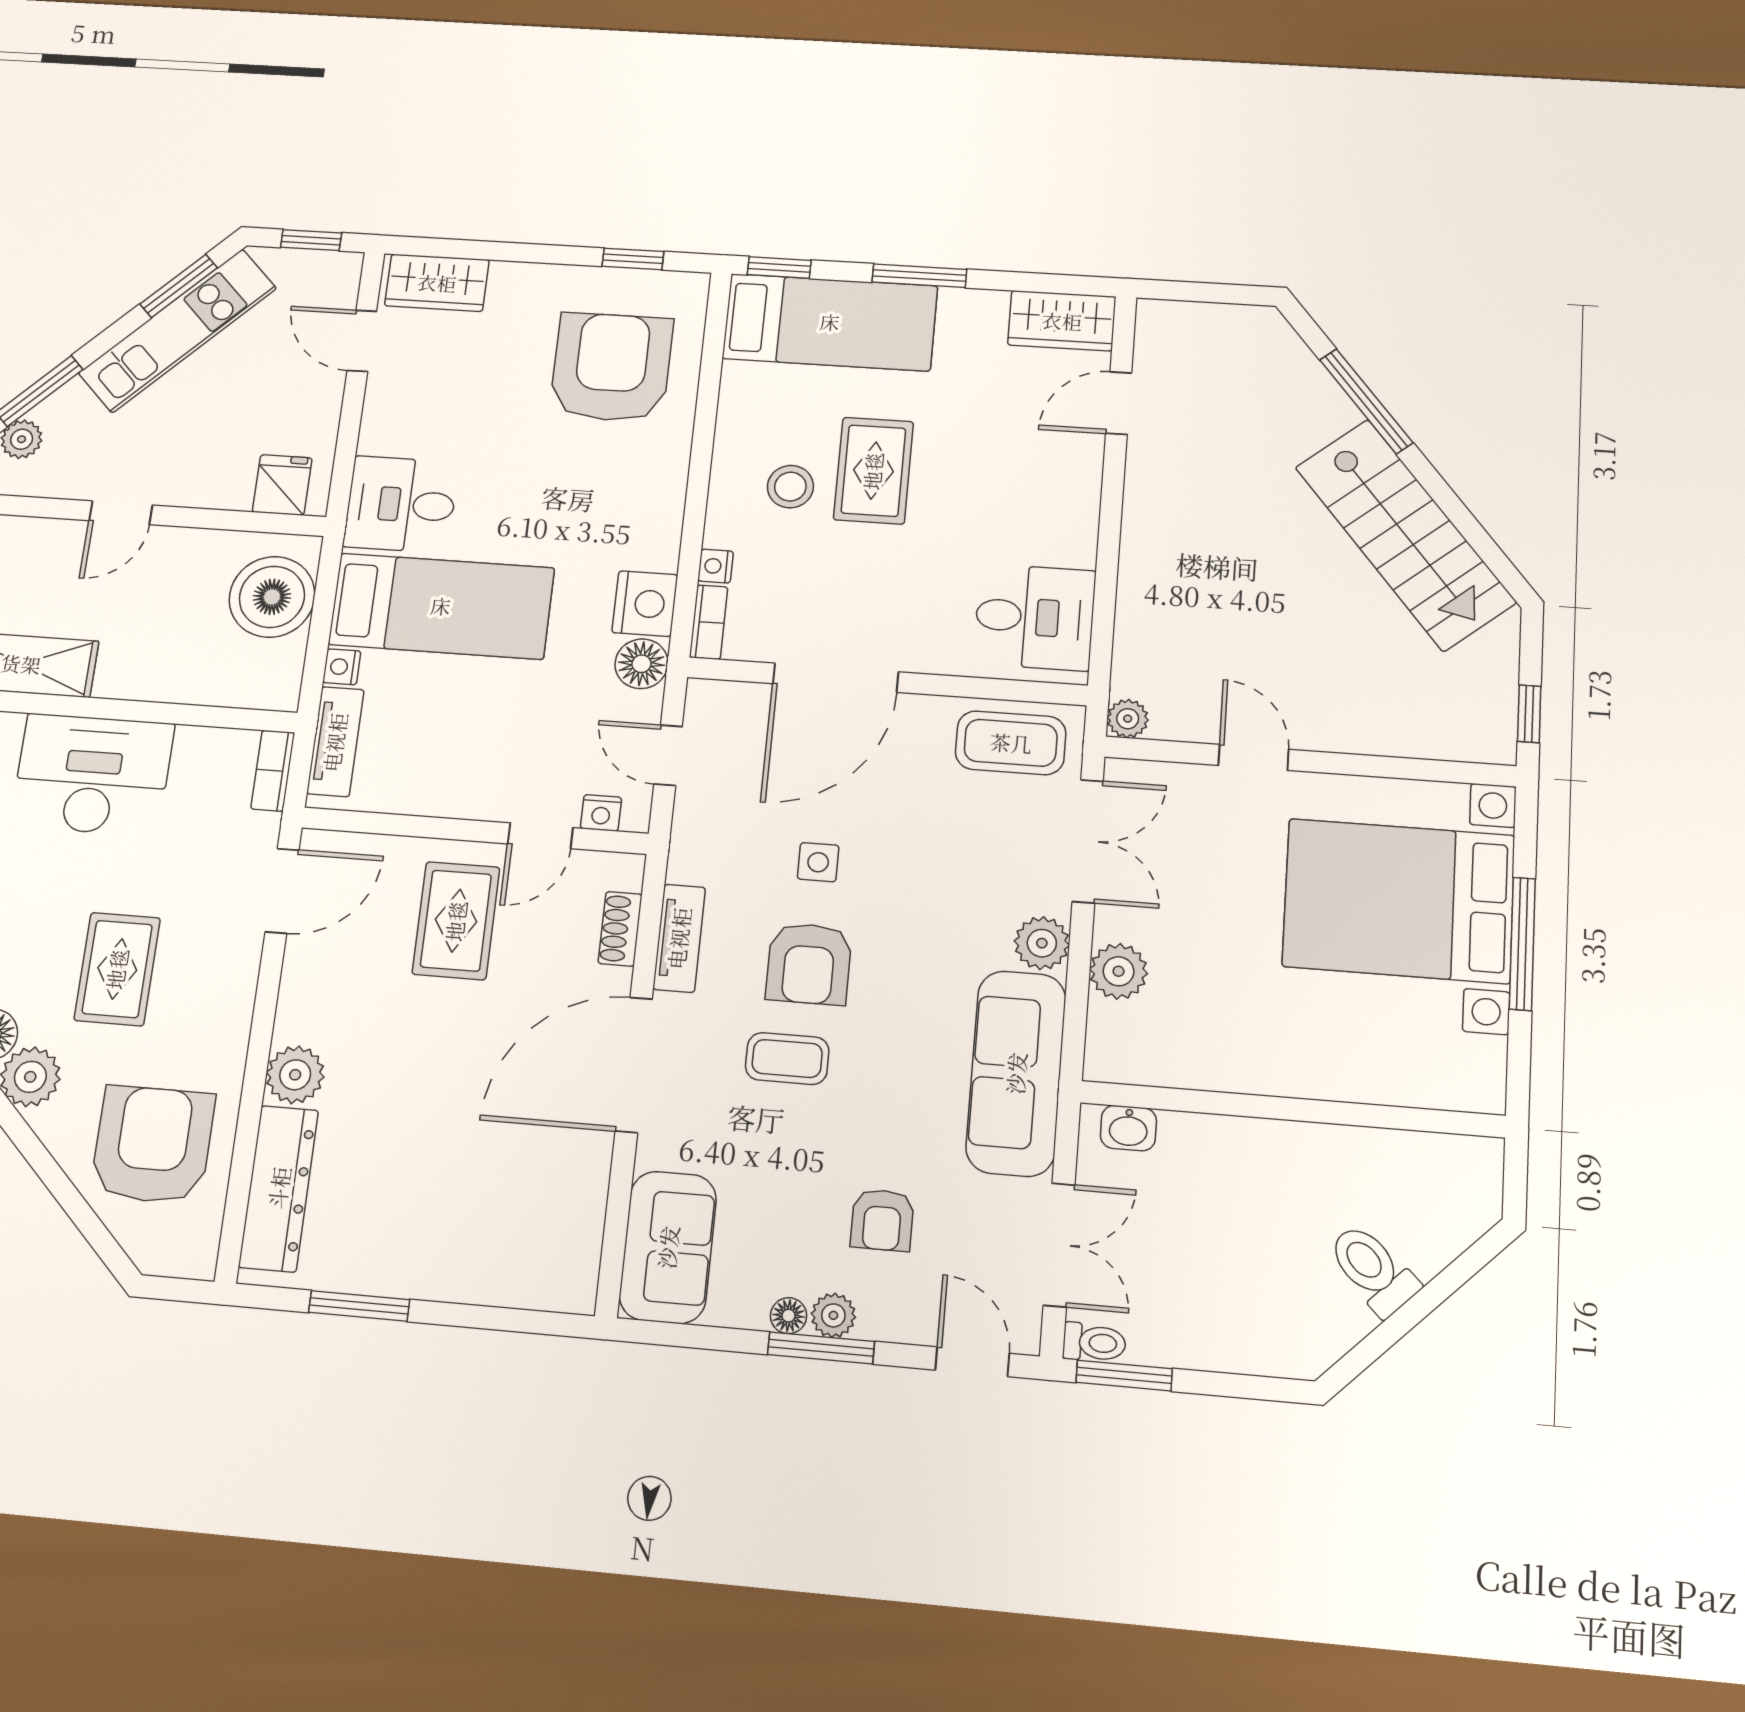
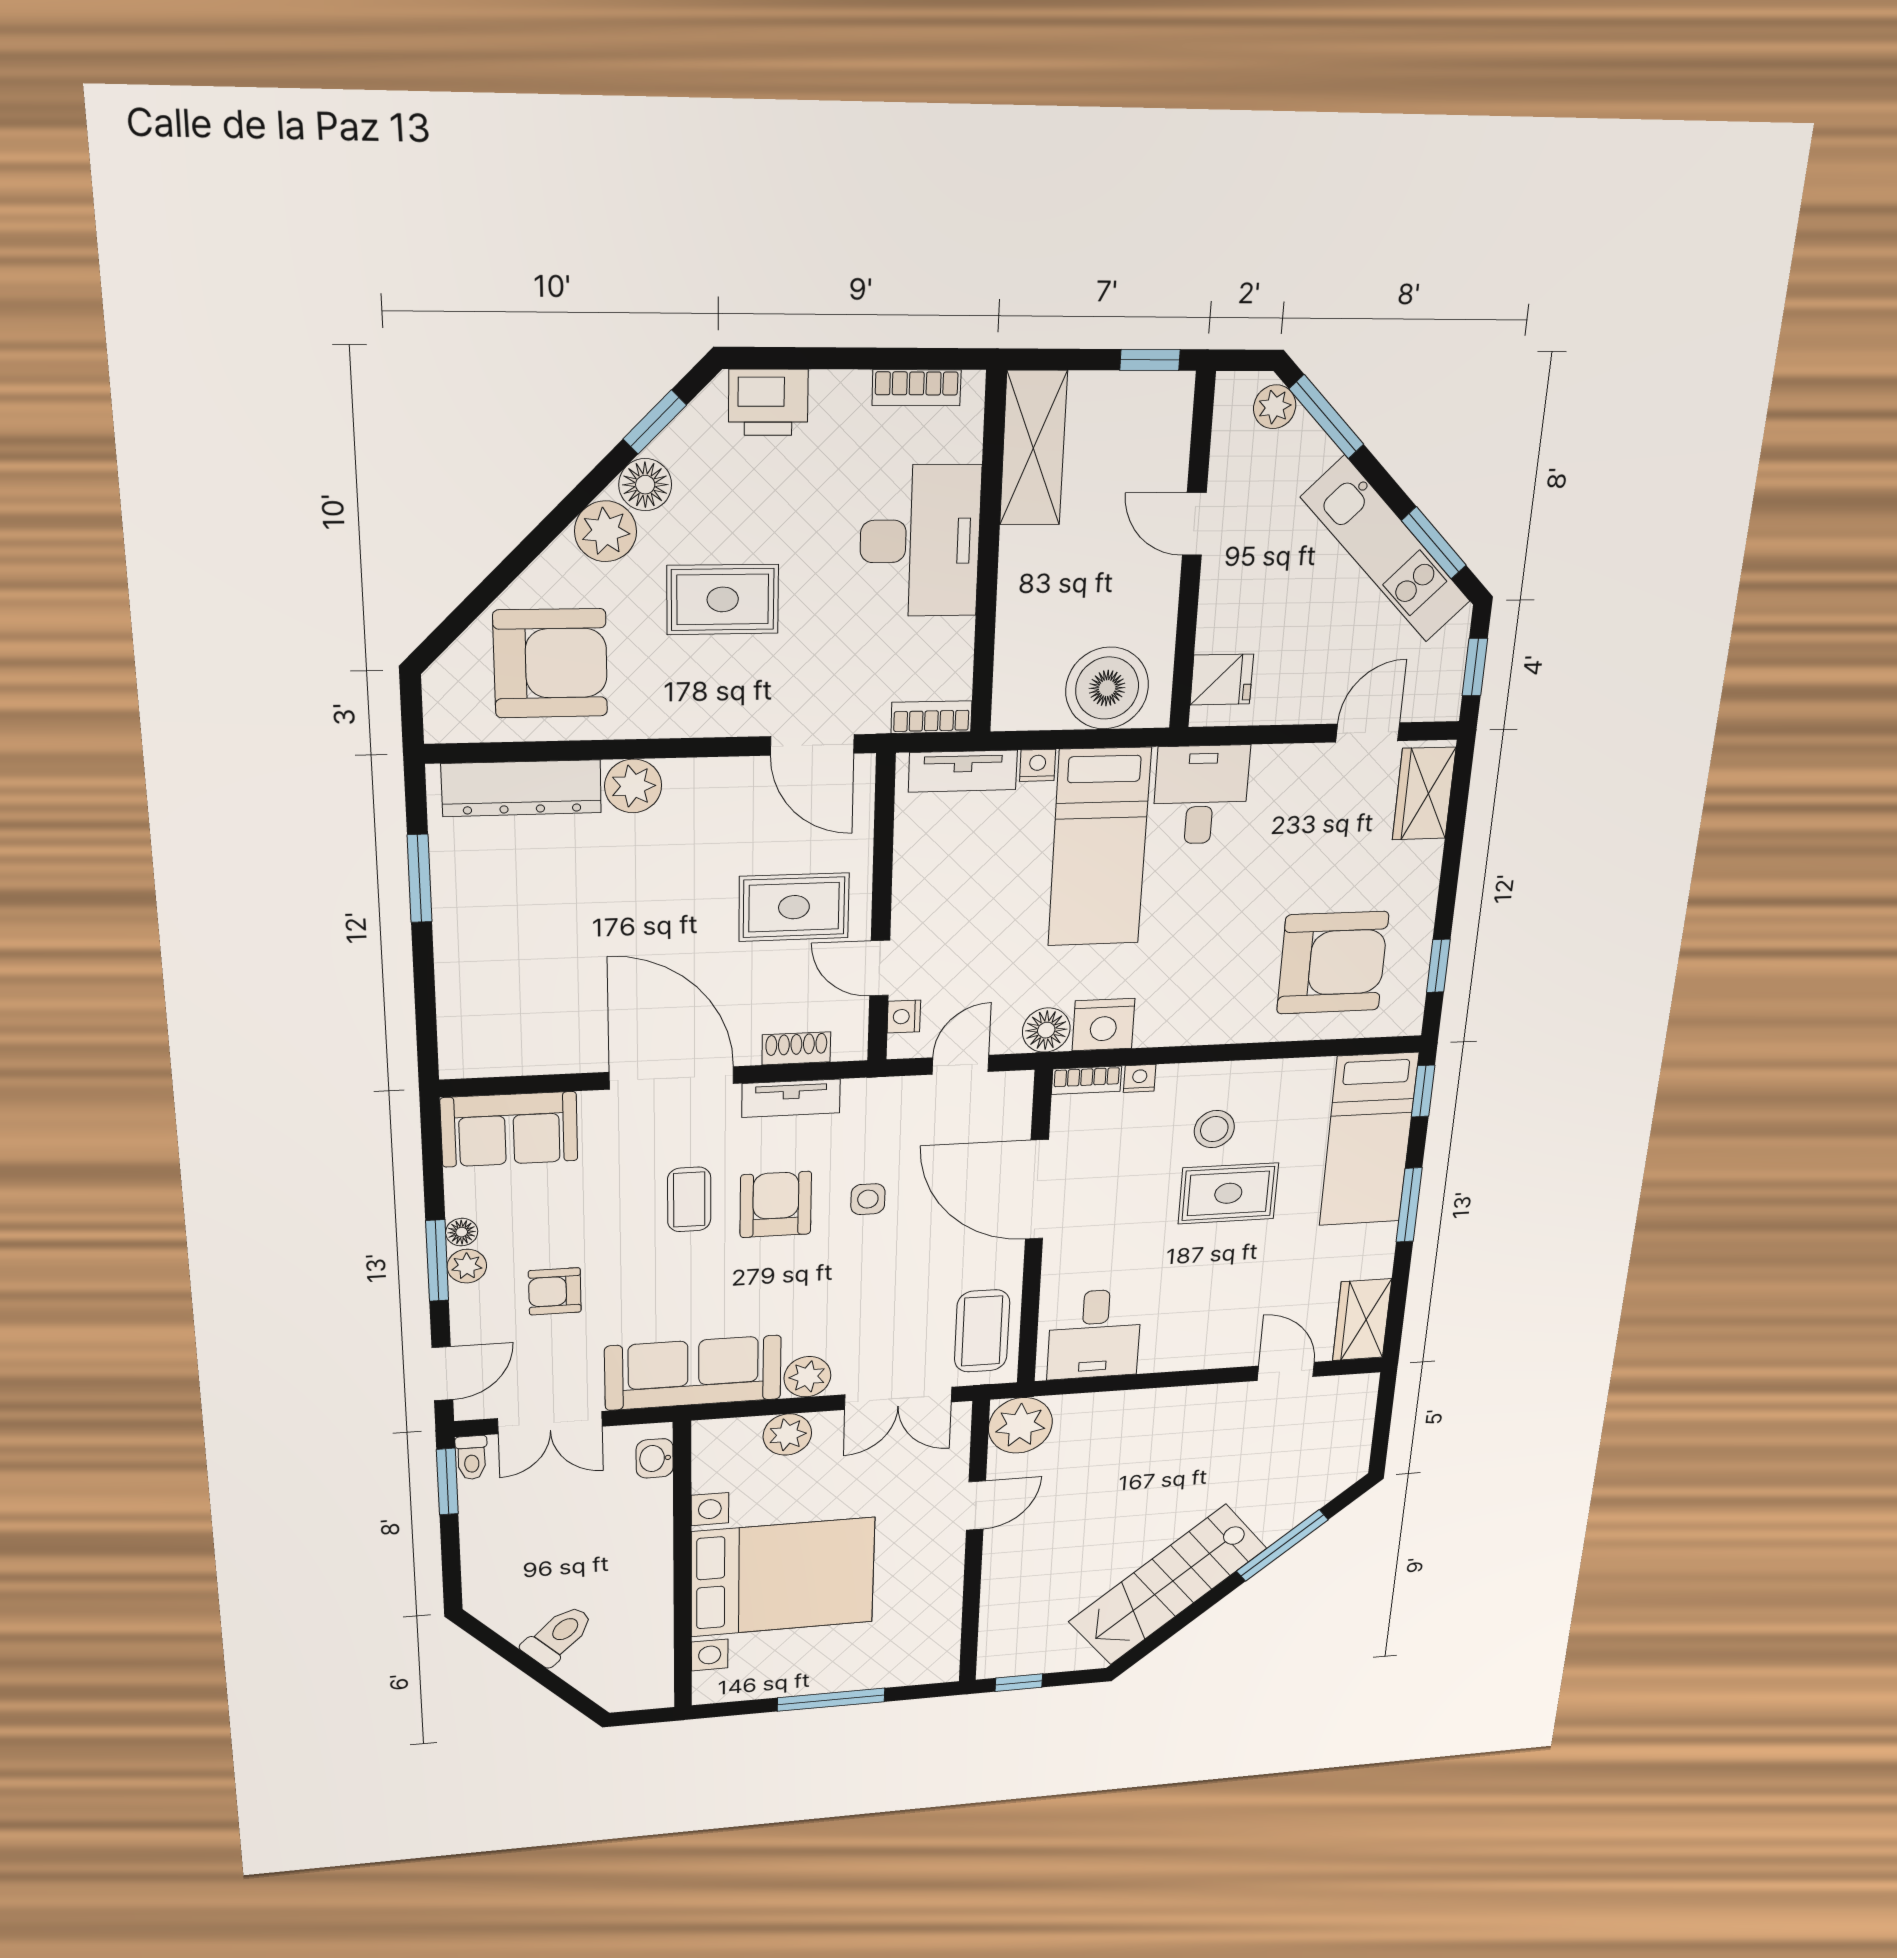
plant: (1128, 719) -> (1020, 1425), width x1.87, depth x1.87
bed with nightstands: (1399, 901) -> (783, 1577), moved, turned 90
armchair: (809, 964) -> (776, 1204), turned 90

